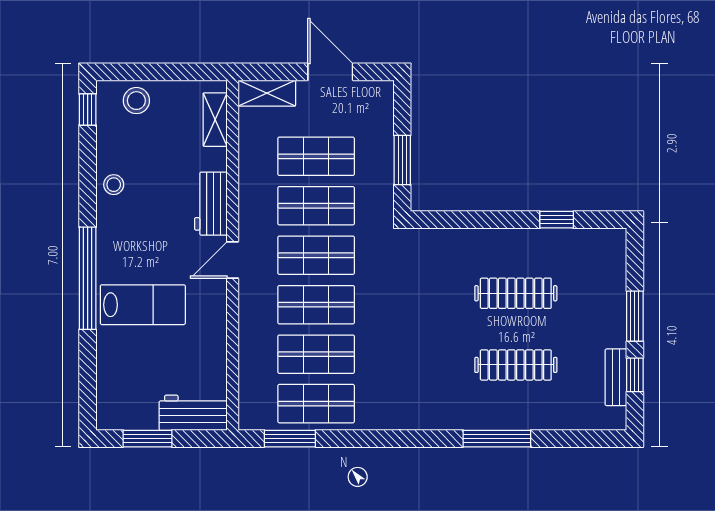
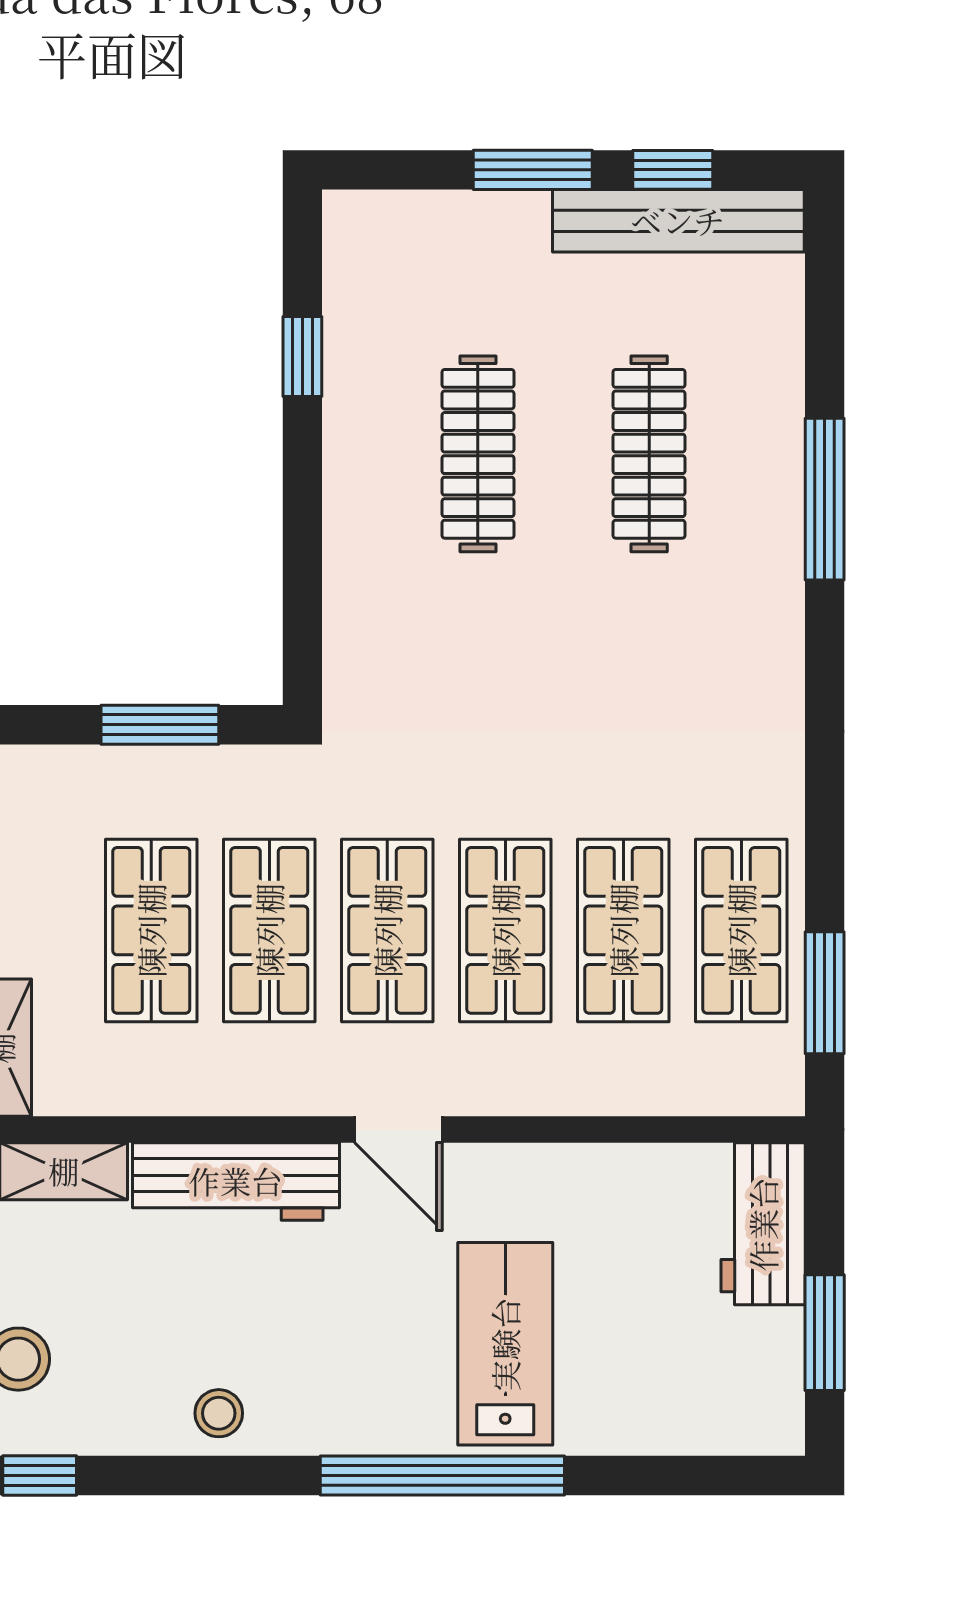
workbench: (211, 204) -> (236, 1181), width x1.38
bench: (616, 377) -> (678, 221), width x1.86, depth x1.21

